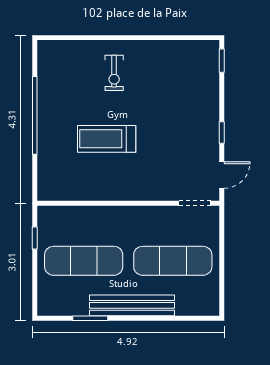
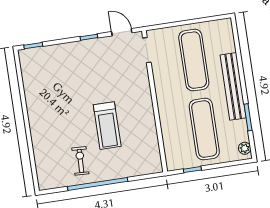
exercise bike: (114, 73) -> (80, 161), moved, turned -88
plant: (52, 308) -> (245, 148), added

